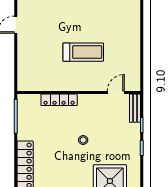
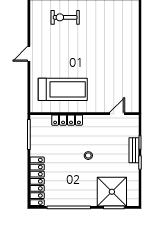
treadmill: (83, 52) -> (63, 89), moved, width x1.37, depth x1.38
bench: (135, 108) -> (134, 150), moved

